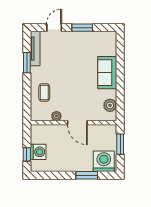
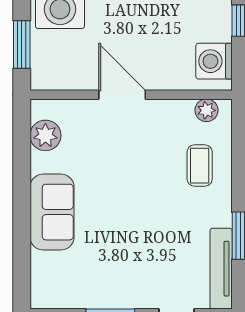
plant: (56, 116) -> (206, 110), moved
washing machine: (38, 152) -> (214, 61), moved

